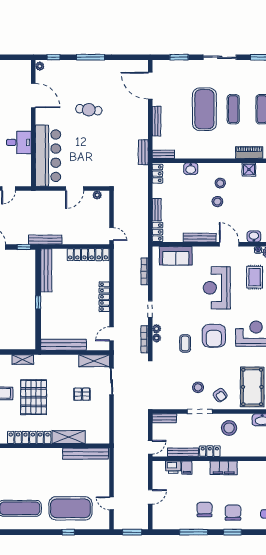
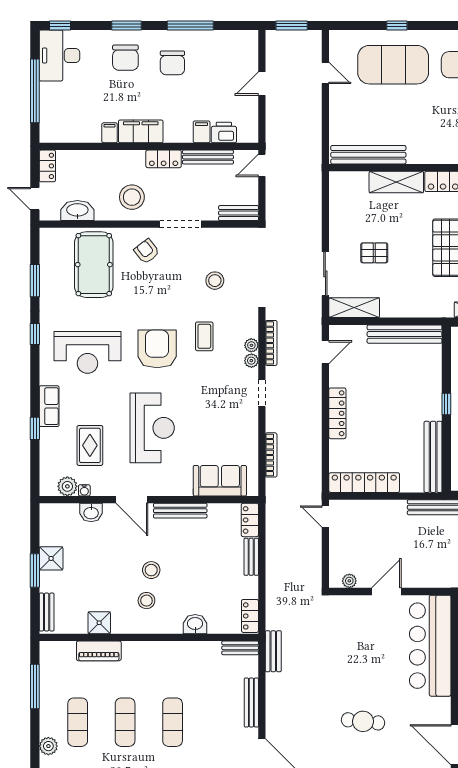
exercise mat: (204, 109) -> (173, 722), width x0.50, depth x0.69
stool: (198, 387) -> (215, 281), moved
filing cabinet: (243, 467) -> (110, 133), added

